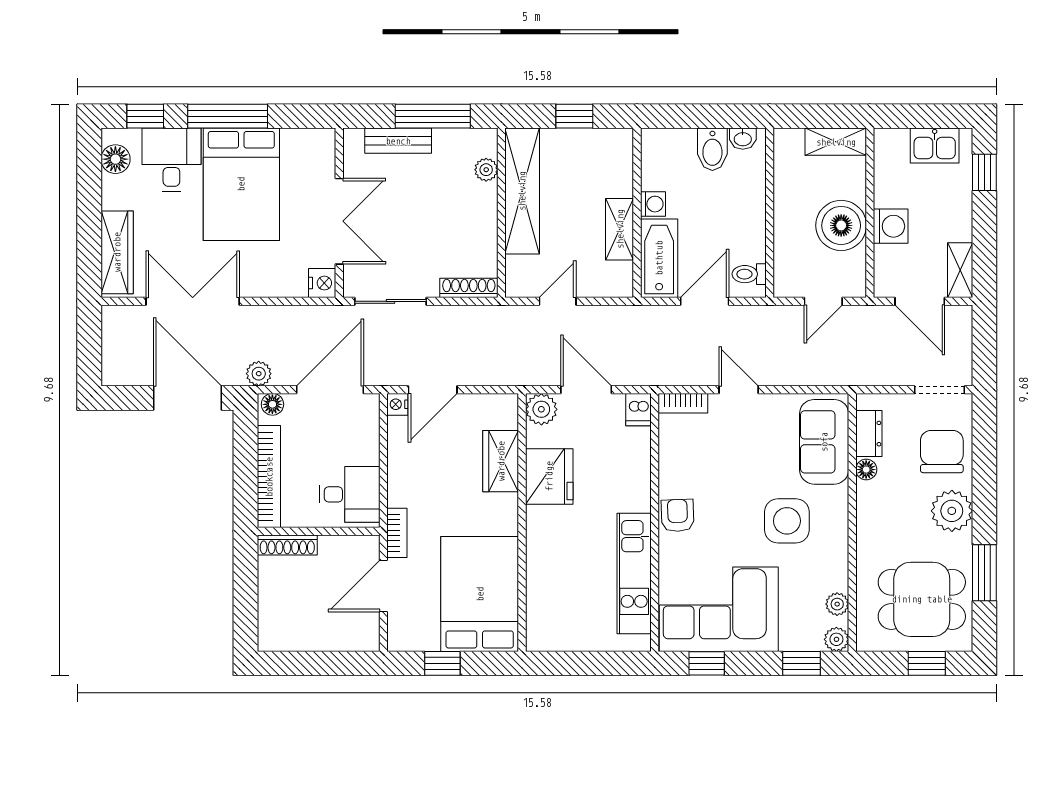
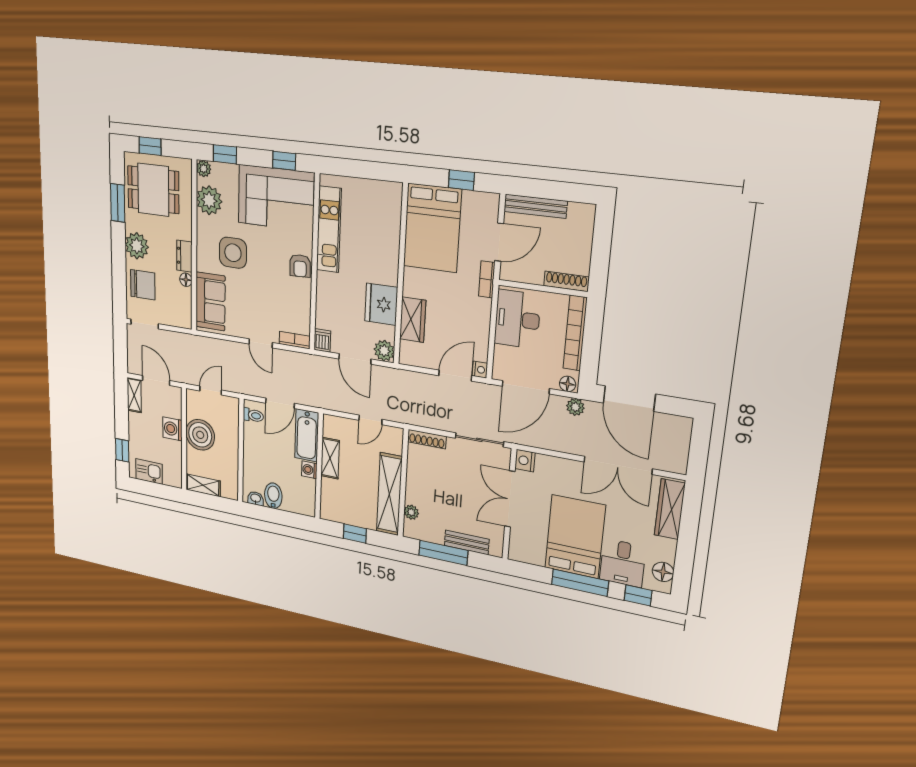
dresser: (869, 434) -> (184, 256), moved
chair: (942, 452) -> (143, 285), turned -90
desk: (350, 494) -> (517, 319), width x1.37
plant: (837, 604) -> (209, 200), width x1.87, depth x1.87
bench: (338, 640) -> (535, 206), added

